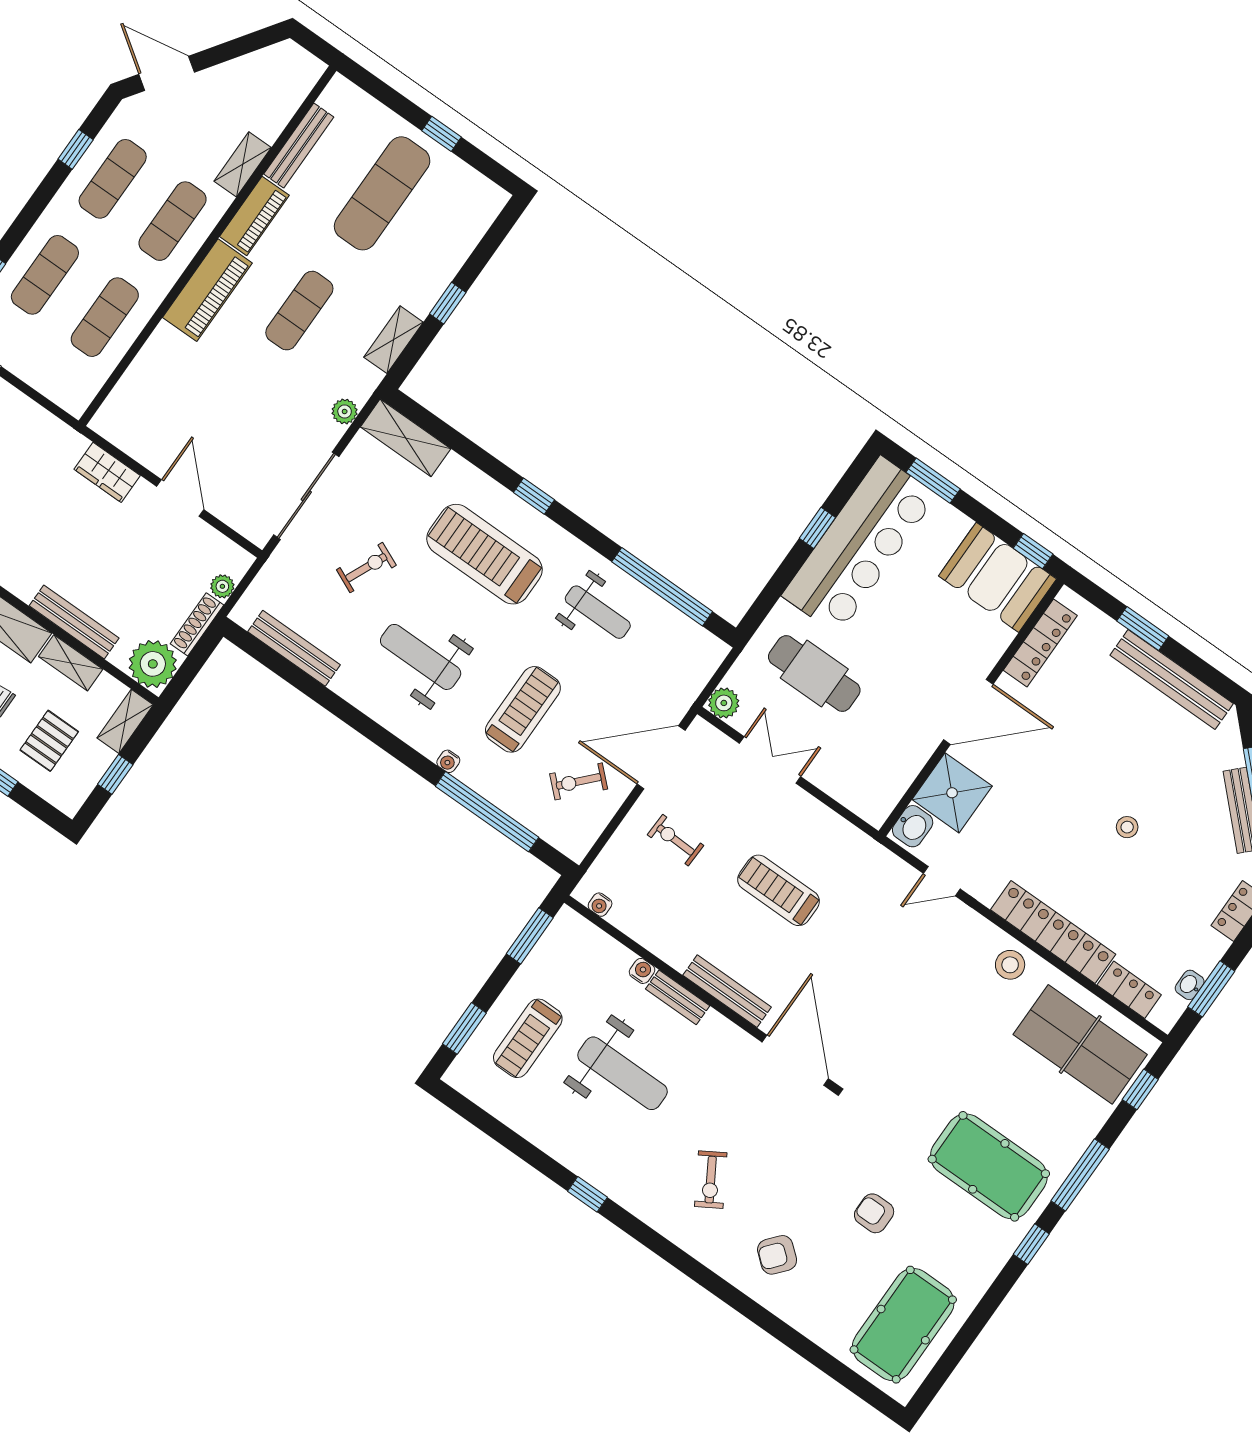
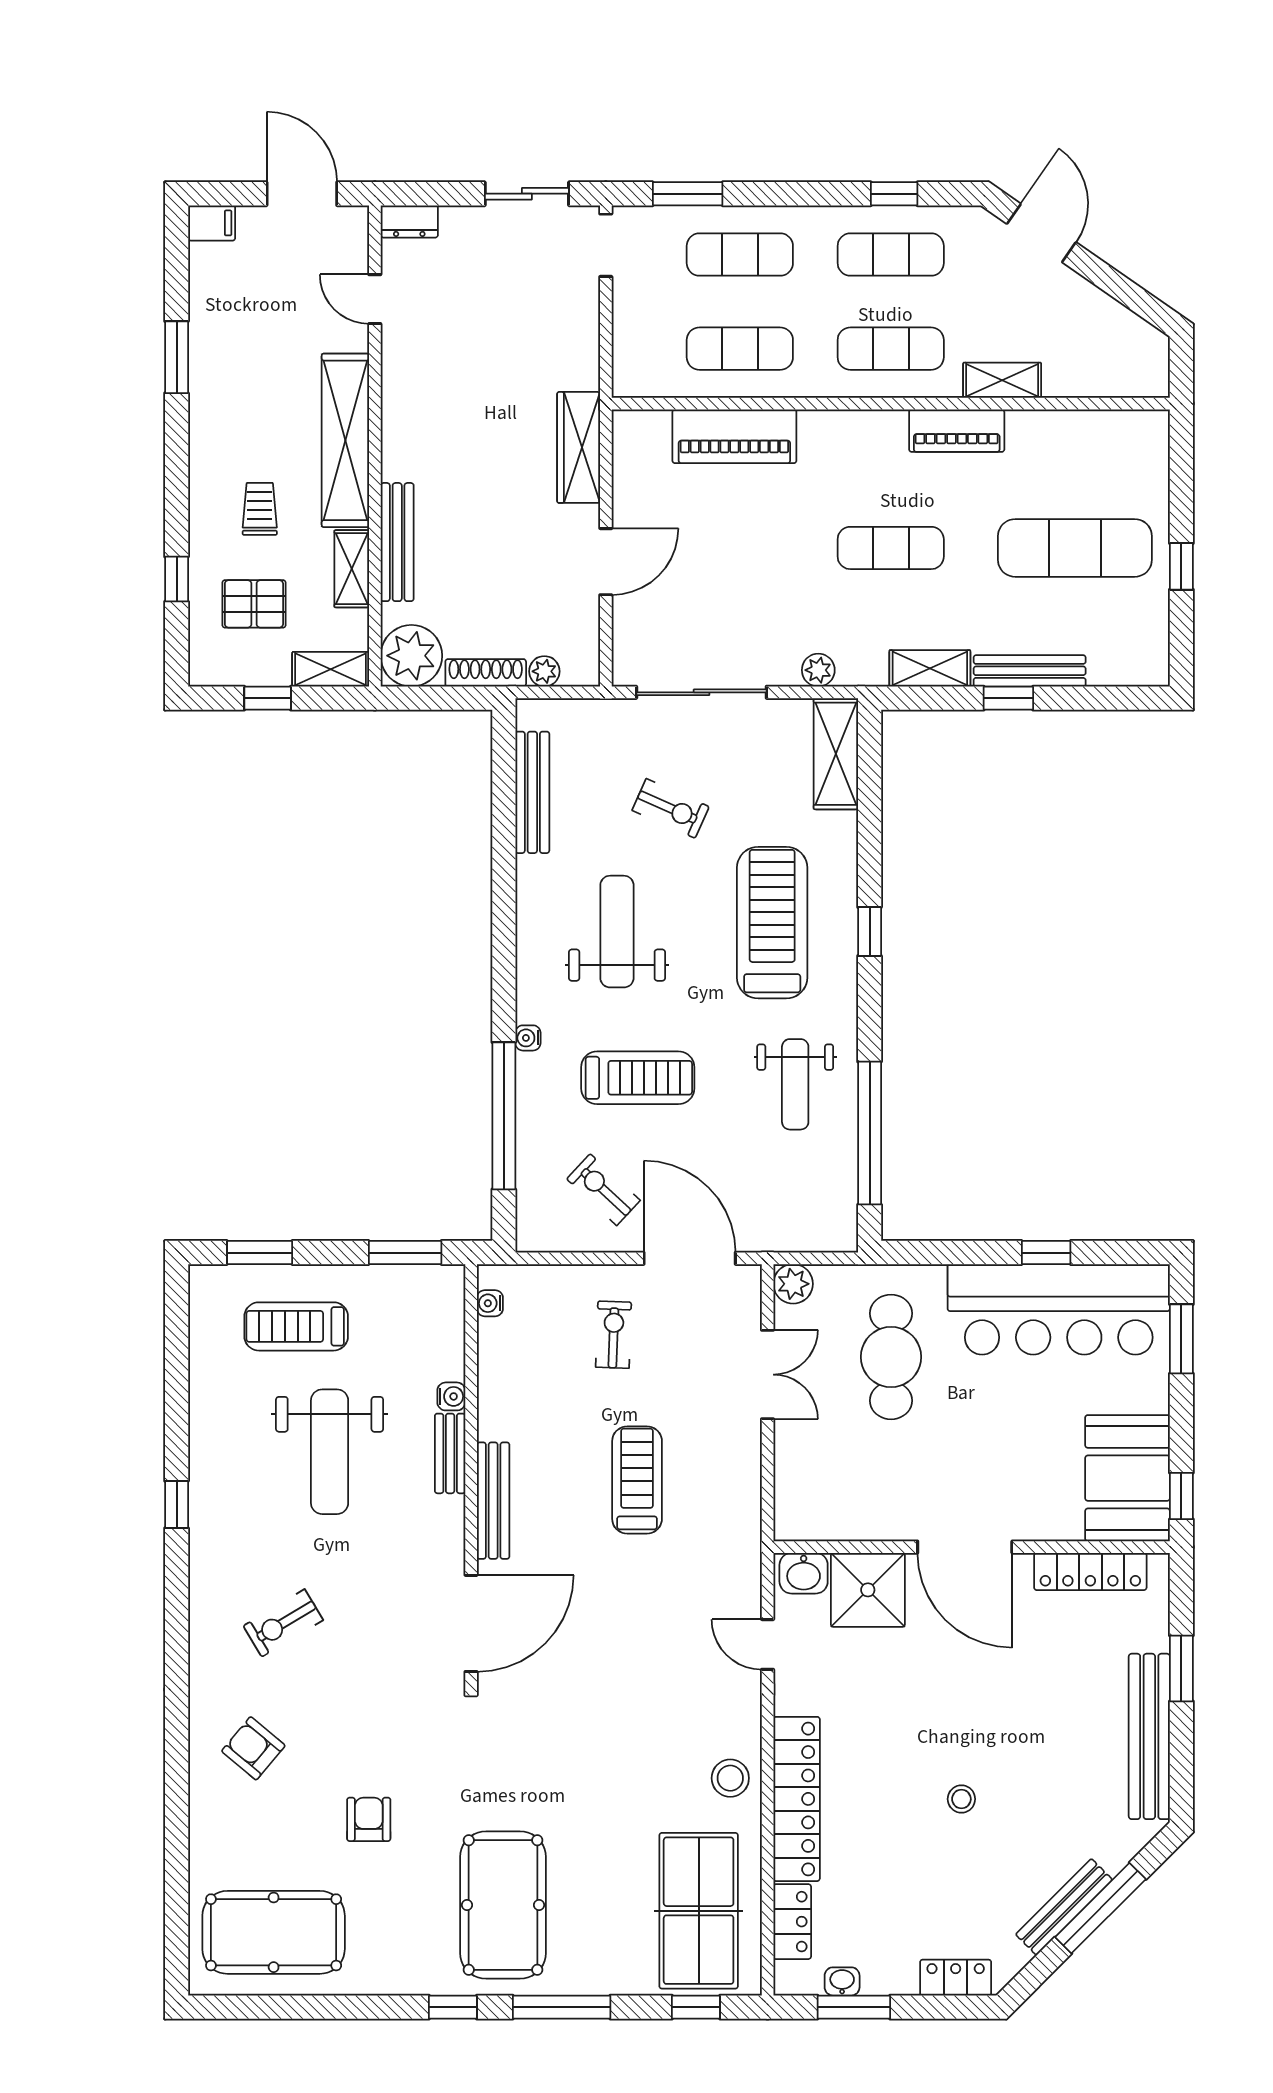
bench: (299, 146) -> (1030, 671), moved
piano: (207, 290) -> (734, 436), moved
wardrobe: (107, 472) -> (579, 447), width x1.50

